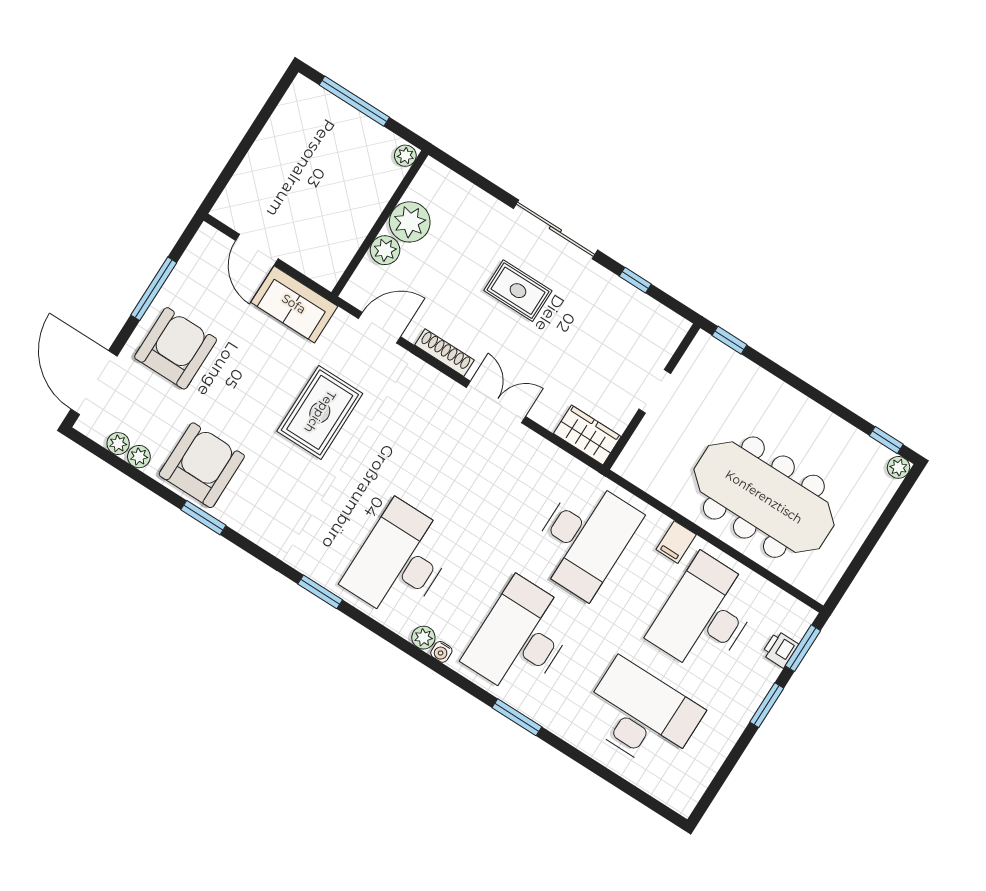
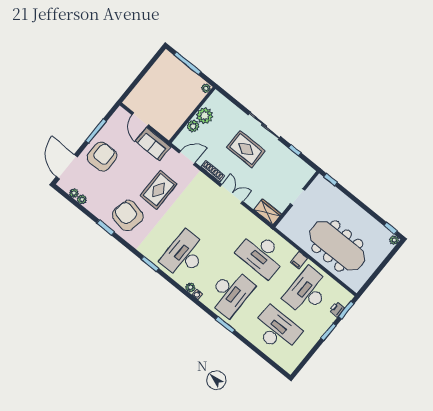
rug: (518, 291) -> (246, 149), width x1.36, depth x1.43
armchair: (202, 465) -> (128, 216), moved, turned -78
desk: (584, 538) -> (261, 254), turned 90
desk: (520, 638) -> (230, 292), turned 180

